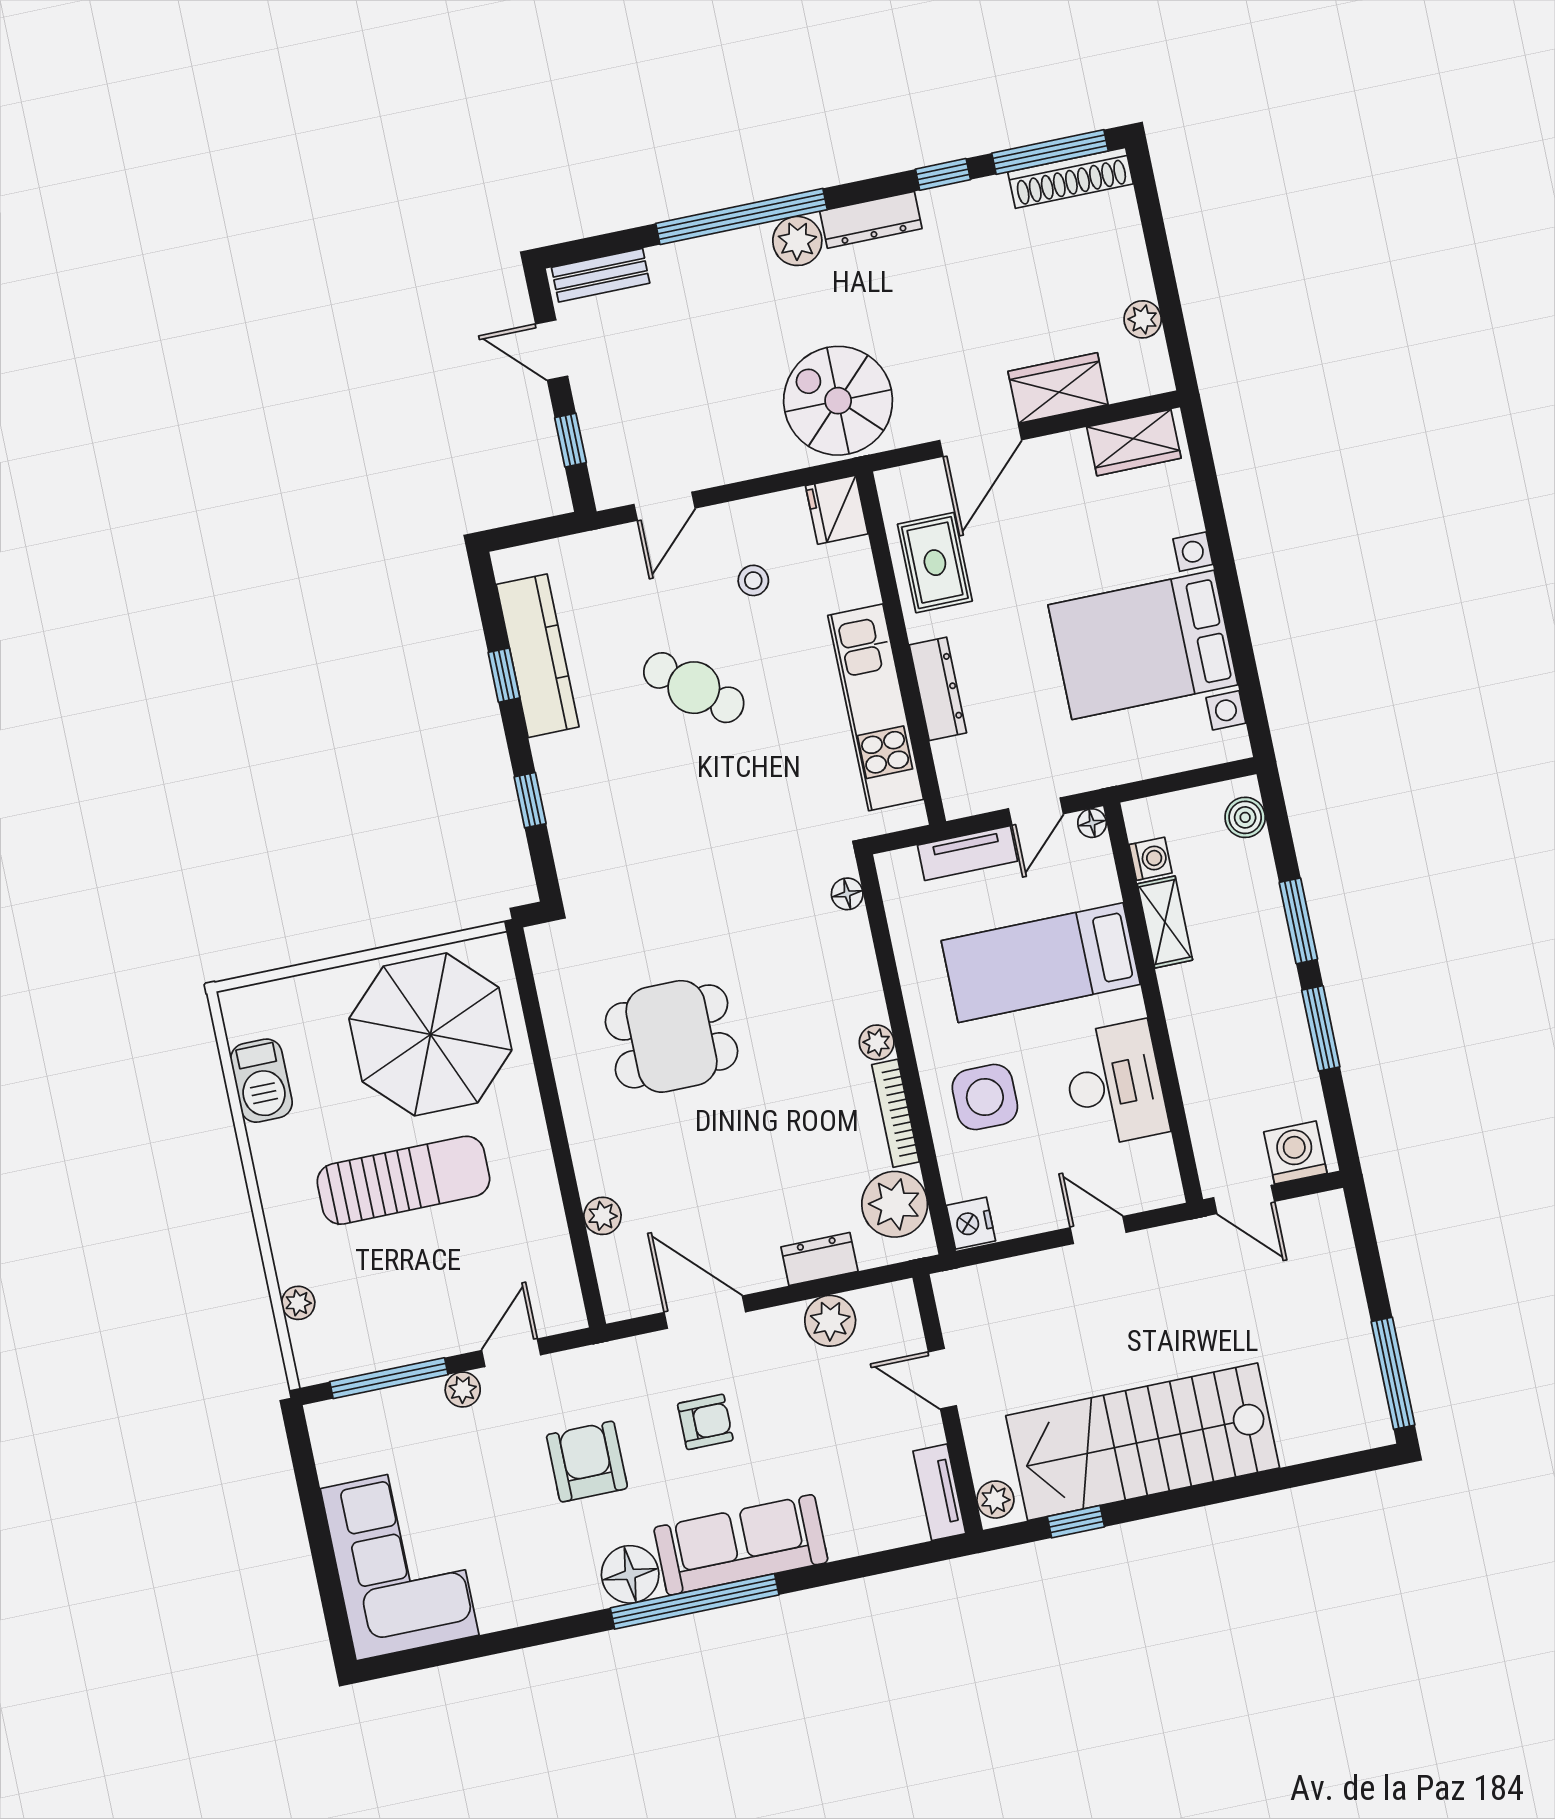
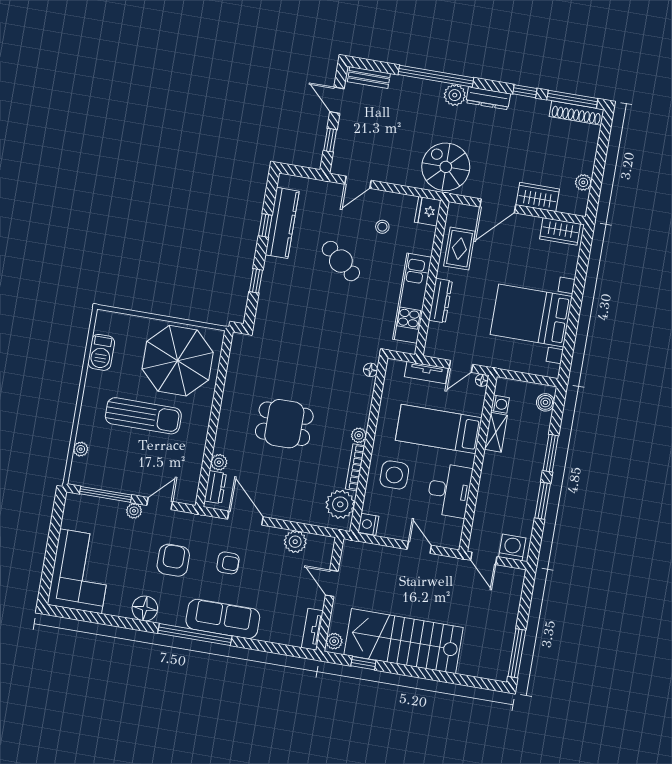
dining table: (671, 1036) -> (284, 424), moved
dresser: (819, 1259) -> (215, 487), moved, turned 90
floor lamp: (630, 1574) -> (145, 608), moved

